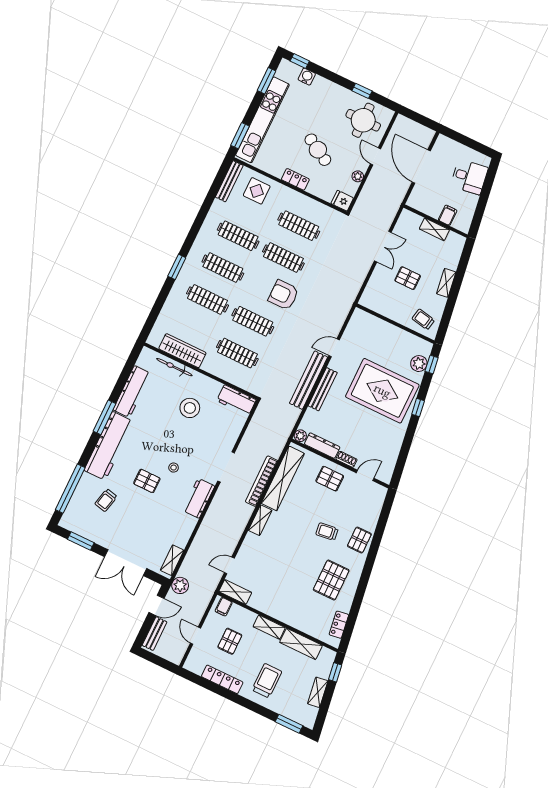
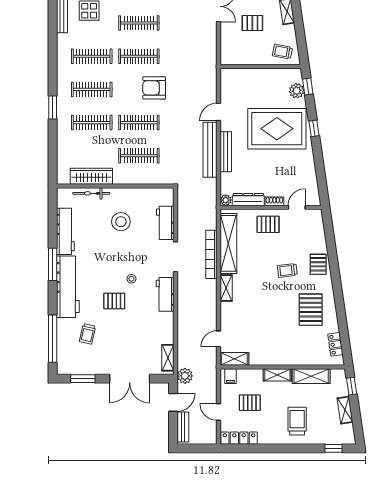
workbench: (236, 400) -> (165, 223), moved, turned 90
pallet: (230, 641) -> (250, 403), turned 90
locker: (222, 679) -> (239, 438), moved
window: (289, 724) -> (333, 448), width x0.67

